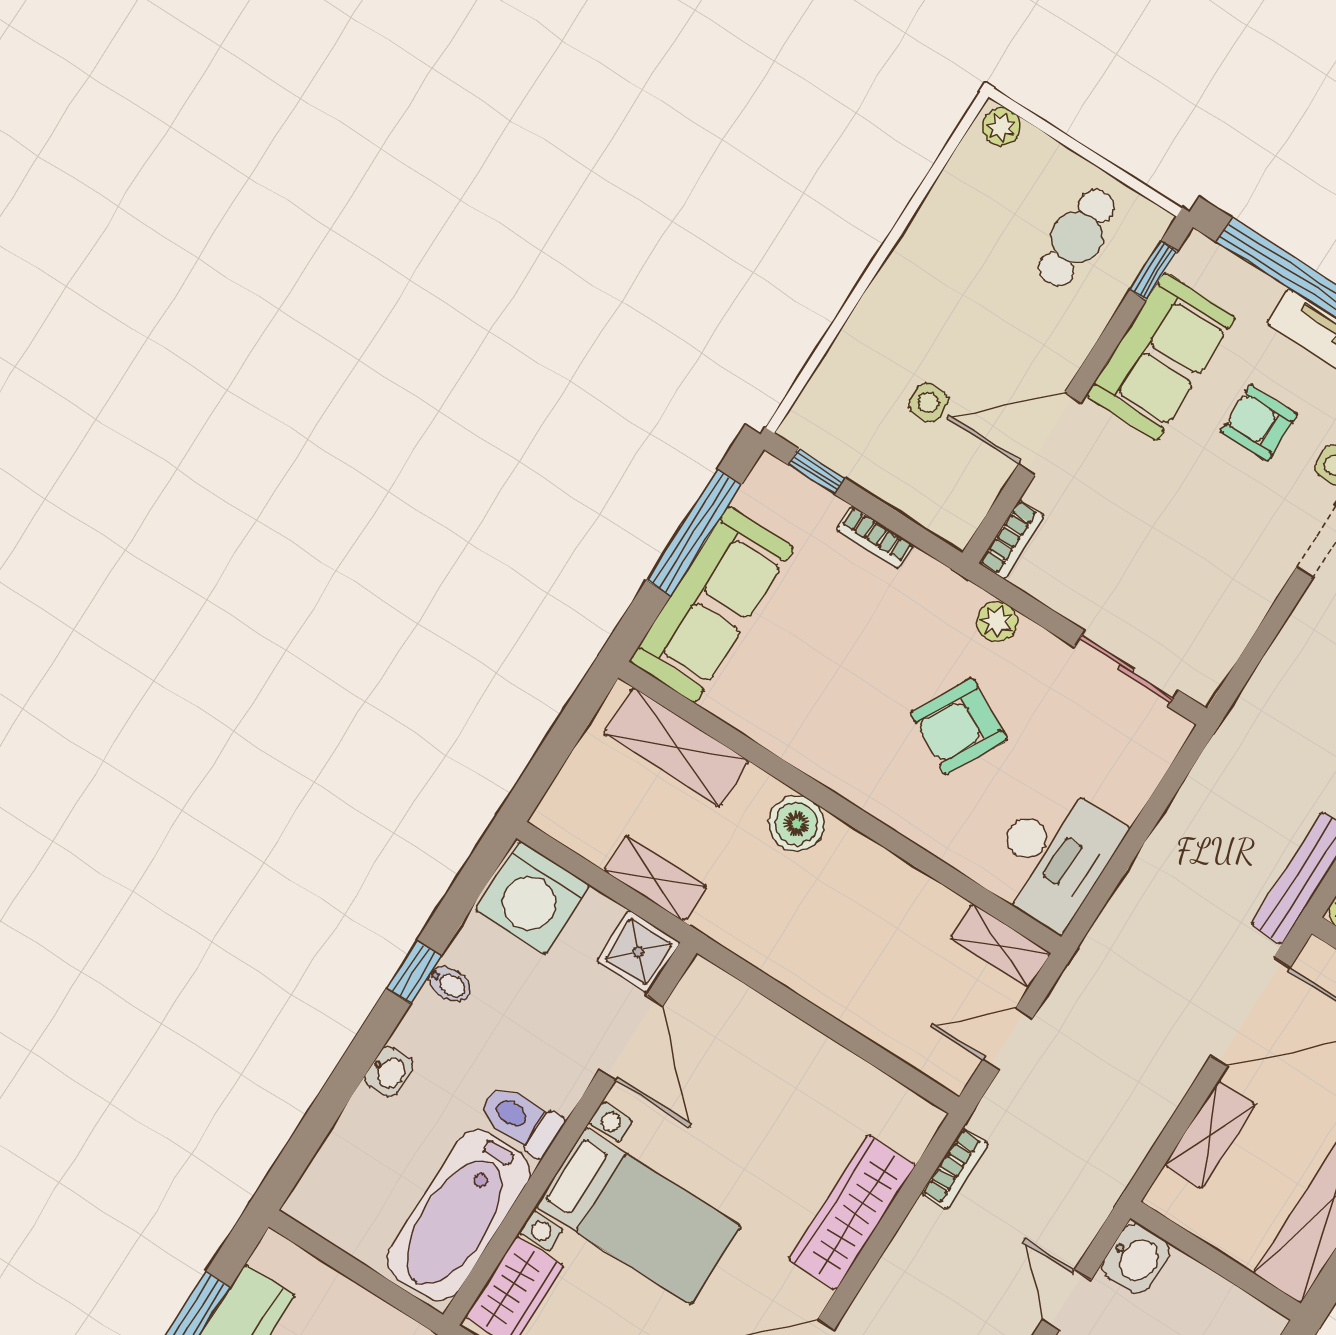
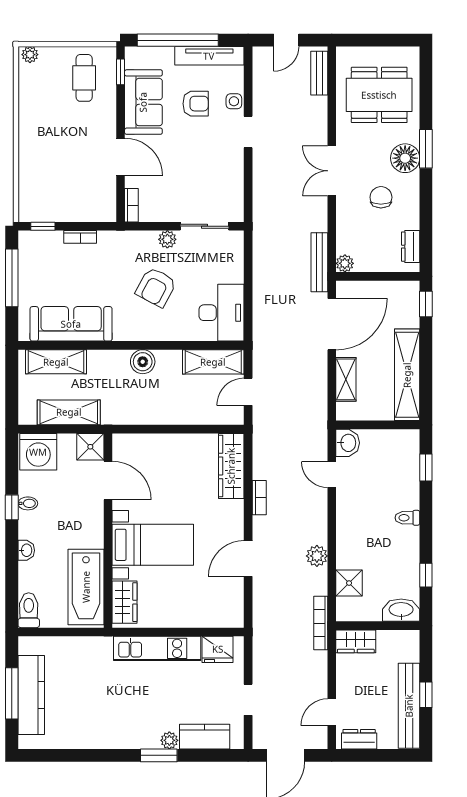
side table: (928, 402) -> (68, 174), removed
armchair: (1259, 423) -> (196, 104), turned 180
door: (1050, 433) -> (121, 157), swing flipped
sofa: (712, 604) -> (71, 324), moved, turned -90
plant: (997, 621) -> (167, 239), moved
boiler: (796, 824) -> (143, 362), moved
shelving: (655, 878) -> (69, 412), width x1.50, depth x1.33
shelving: (1001, 946) -> (213, 362), width x1.50, depth x1.33
toilet: (521, 1119) -> (29, 610), moved, turned 90
bookcase: (955, 1168) -> (259, 498), moved
wardrobe: (852, 1212) -> (231, 466), moved

